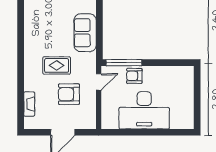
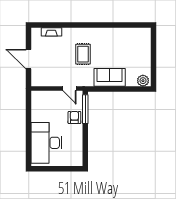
armchair: (69, 94) -> (59, 64), removed
desk: (144, 110) -> (46, 143), moved

